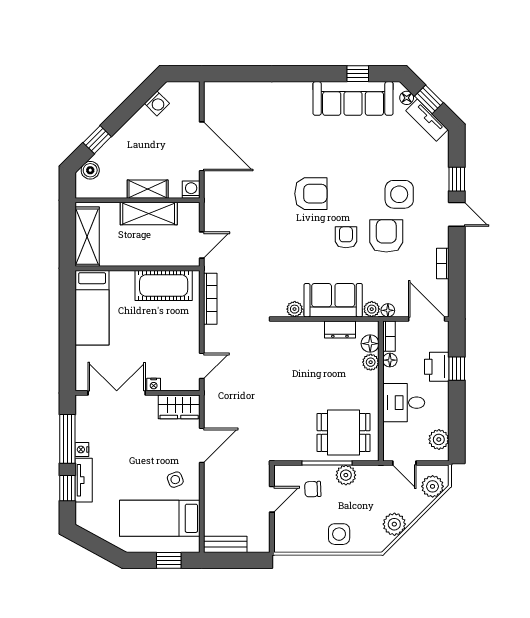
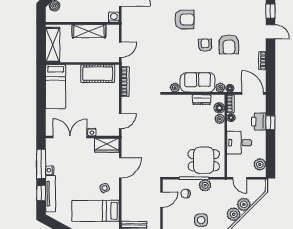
shelving: (148, 189) -> (88, 17), removed
side table: (399, 194) -> (237, 20), removed
armchair: (386, 236) -> (229, 44), turned 180
tv unit: (84, 480) -> (51, 194), width x1.41
plant: (433, 486) -> (244, 204), moved

